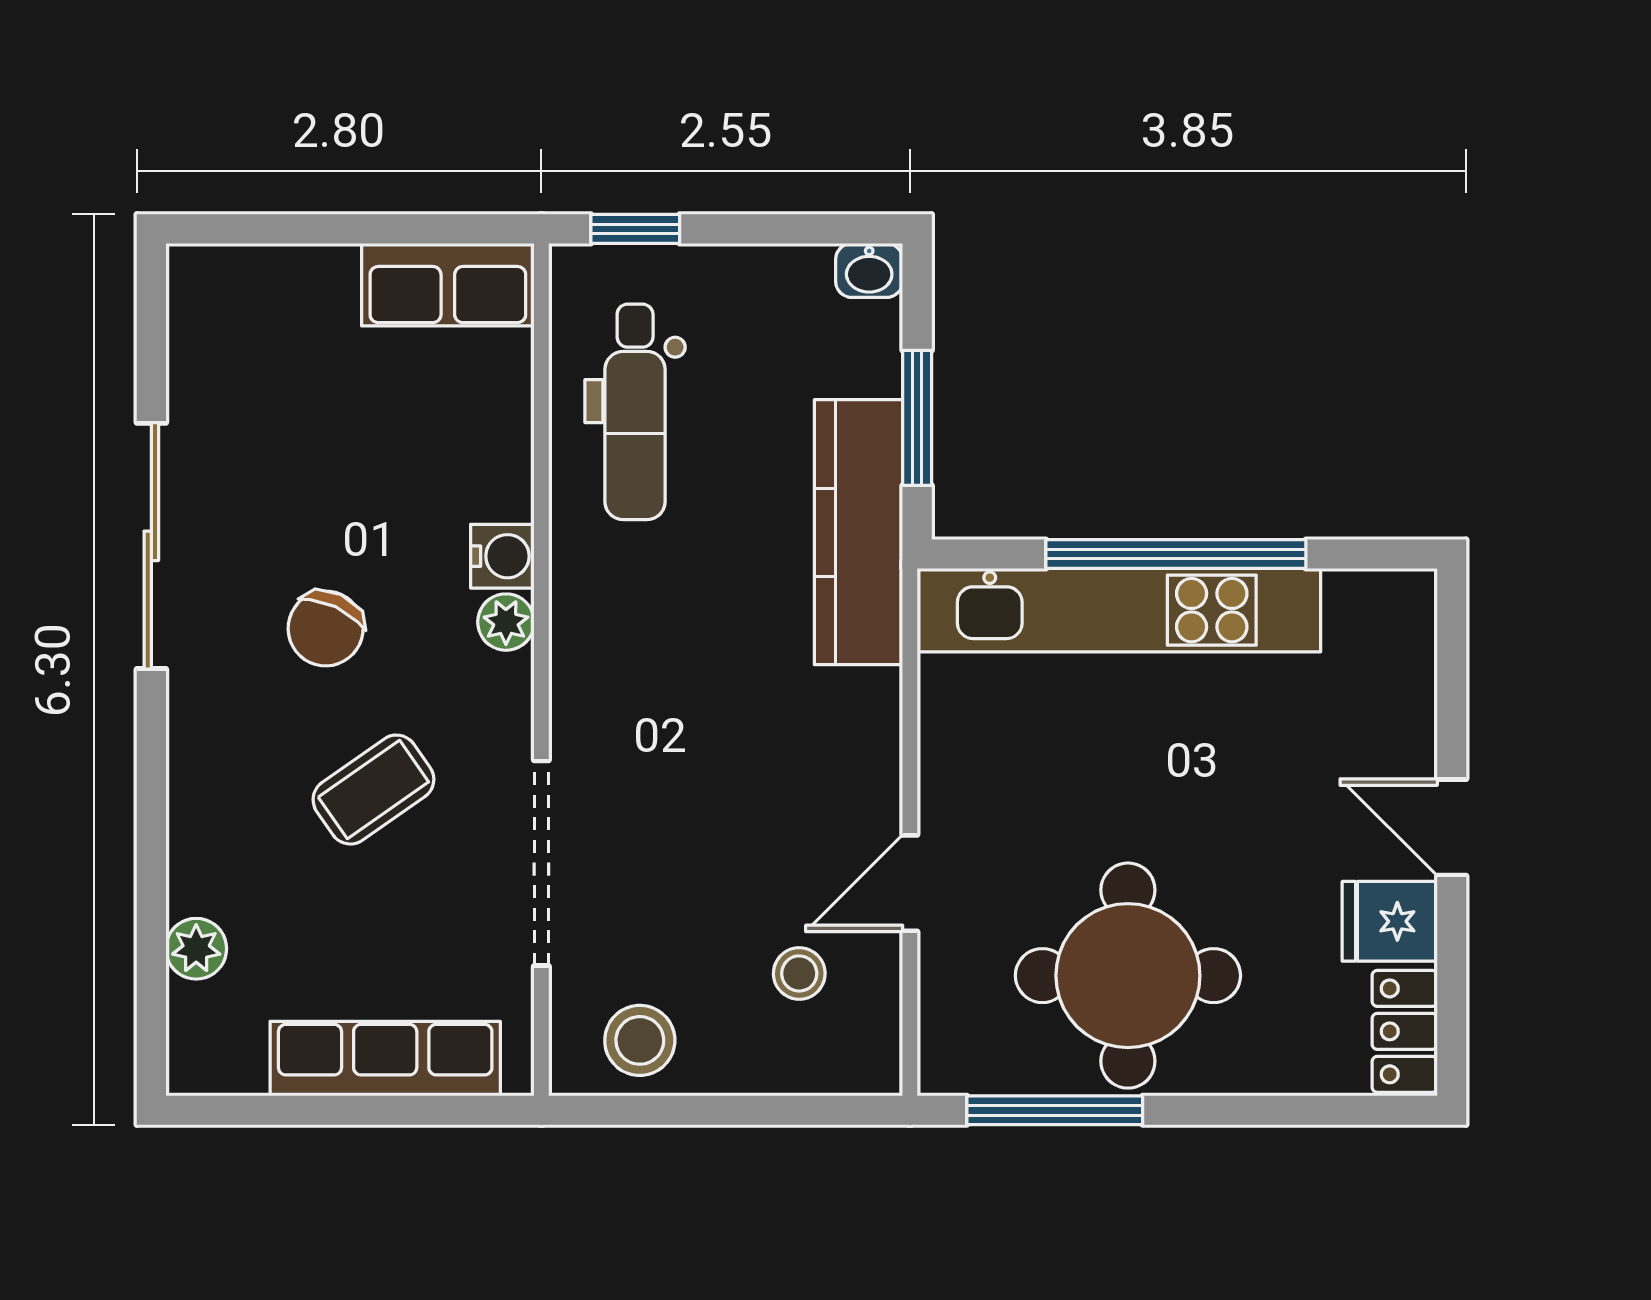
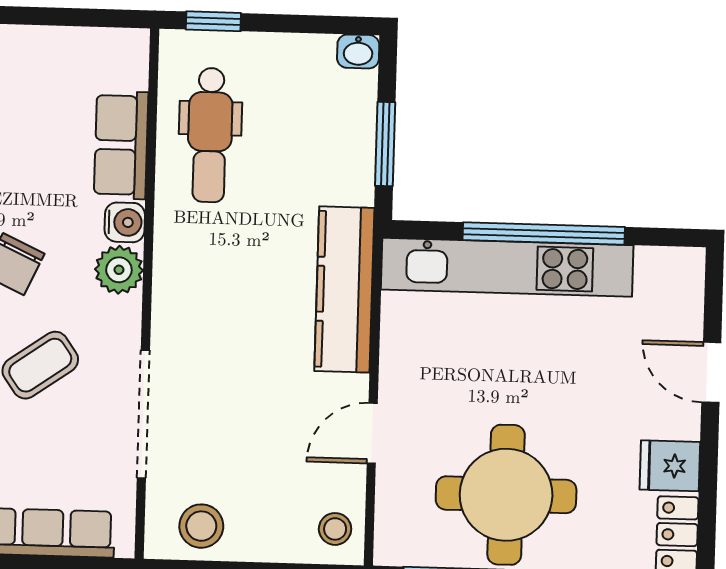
row of seats: (448, 285) -> (121, 145), moved, turned 90
kitchen counter: (858, 532) -> (344, 289), moved
plant: (506, 622) -> (119, 270), width x1.38, depth x1.38
door: (1452, 827) -> (711, 372), moved
stool: (799, 973) -> (335, 529), moved

